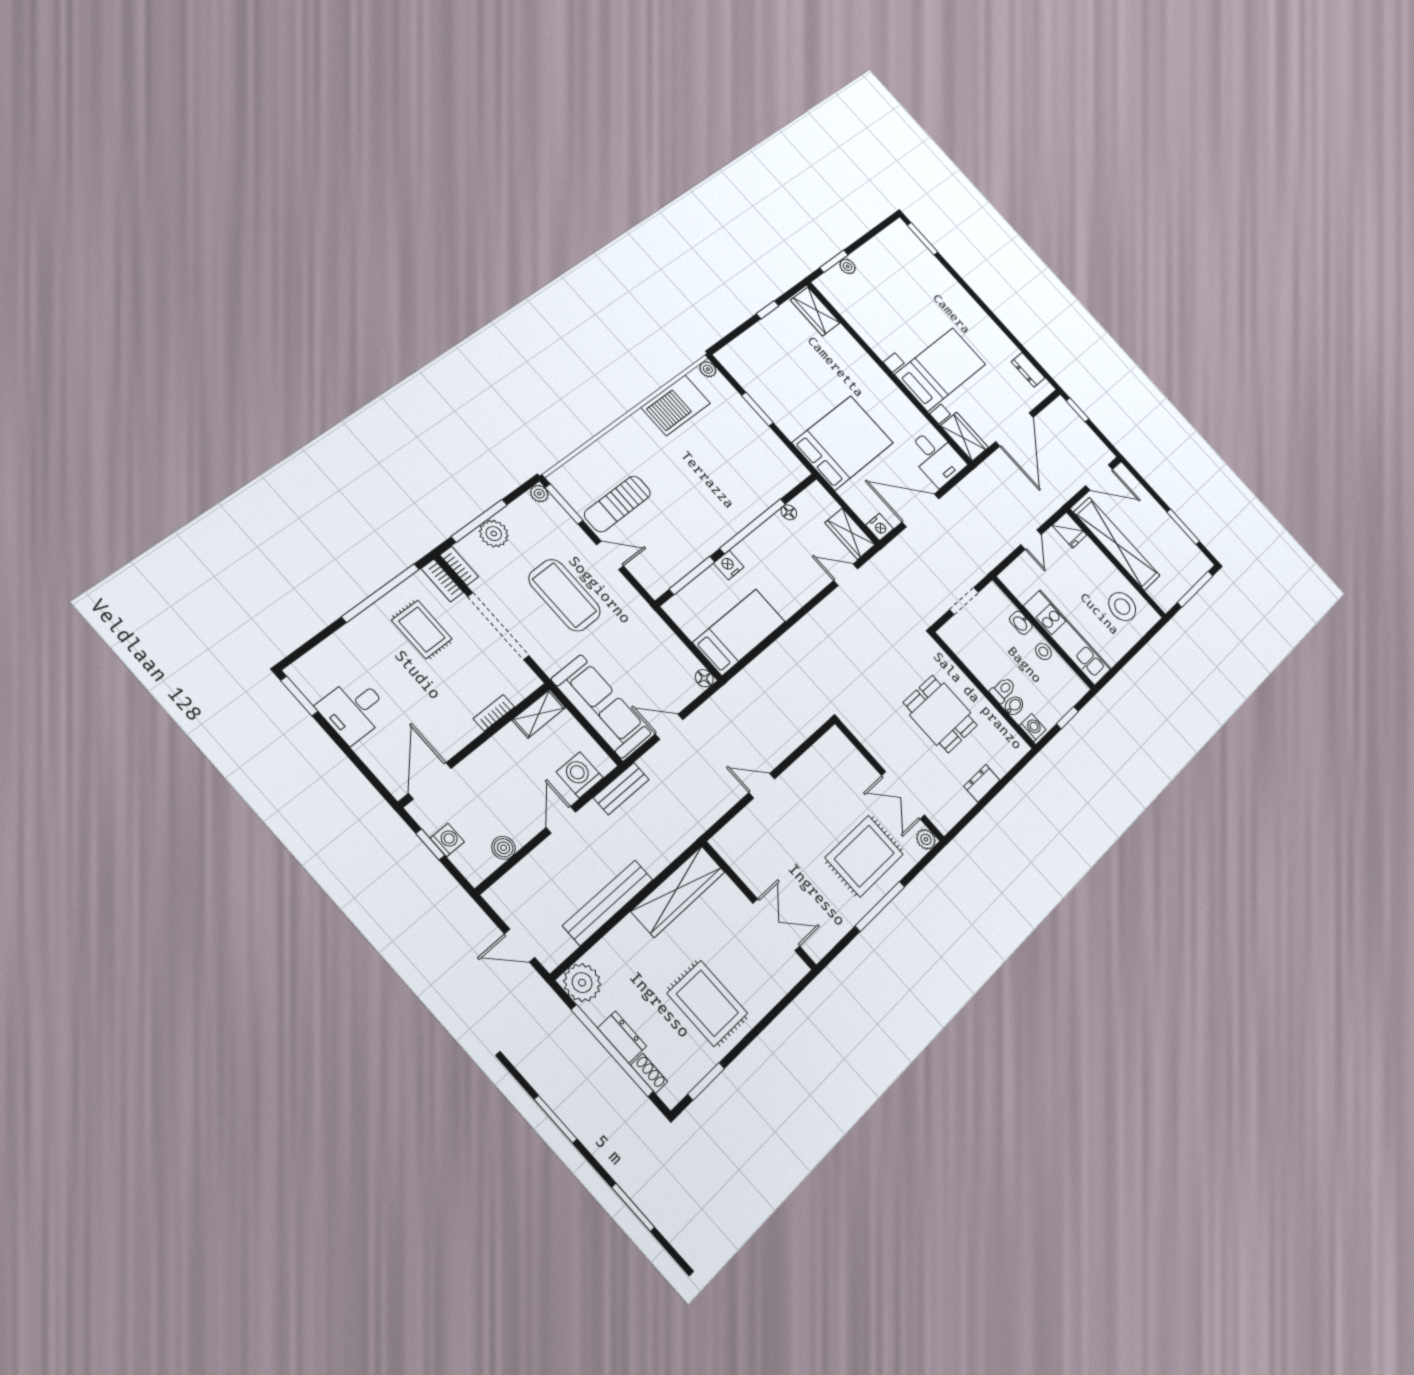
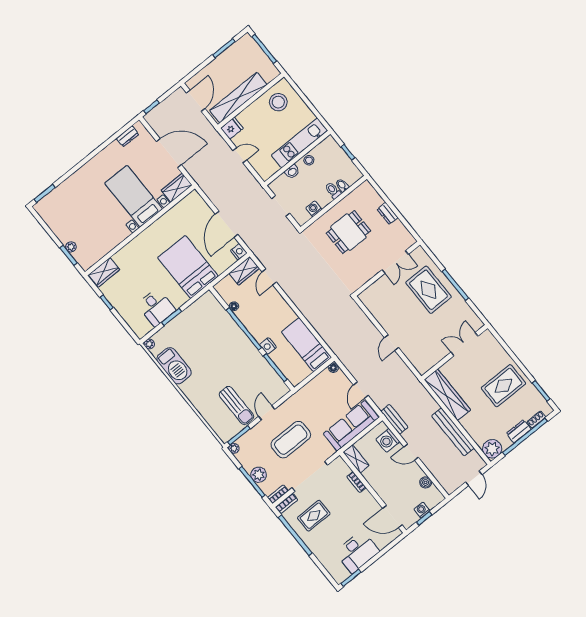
desk: (936, 457) -> (156, 307), moved, turned 90
desk: (354, 710) -> (357, 552), width x1.37
washing machine: (1033, 728) -> (314, 209), moved
plant: (926, 839) -> (419, 252), removed

